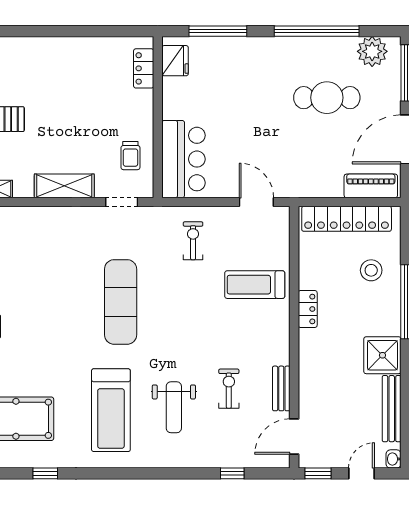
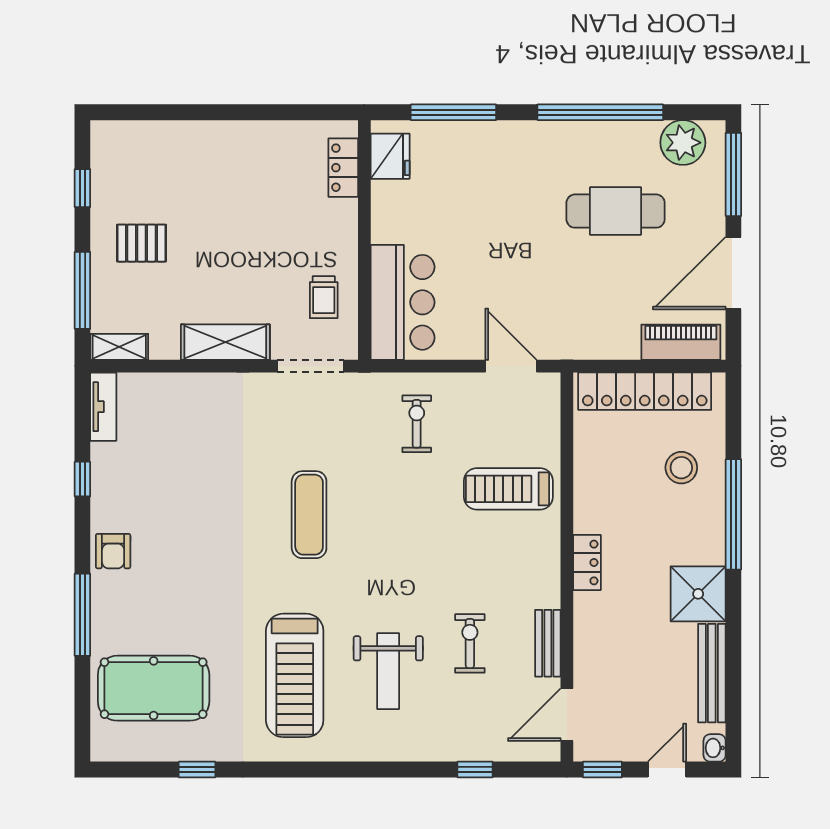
doorway: (122, 202) -> (310, 366), width x1.38
exercise mat: (121, 302) -> (309, 515), width x0.73, depth x0.69
locker: (308, 309) -> (587, 562), moved

